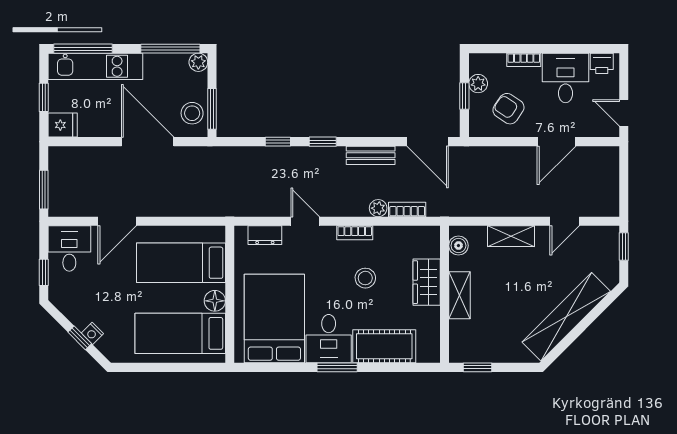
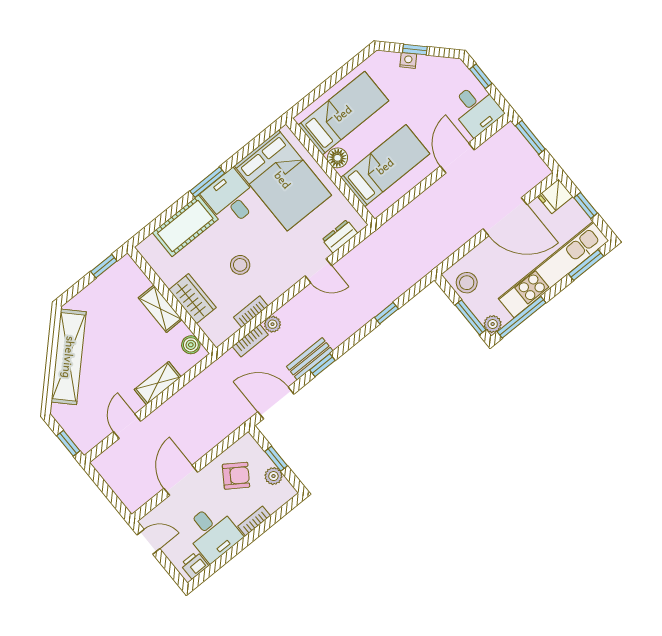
window: (83, 49) -> (586, 265), width x0.69
kitchen unit: (95, 66) -> (554, 270), width x1.36
window: (212, 109) -> (471, 317), moved
door: (148, 142) -> (505, 217), moved
window: (323, 142) -> (322, 365), moved
bookcase: (355, 233) -> (251, 312), moved

